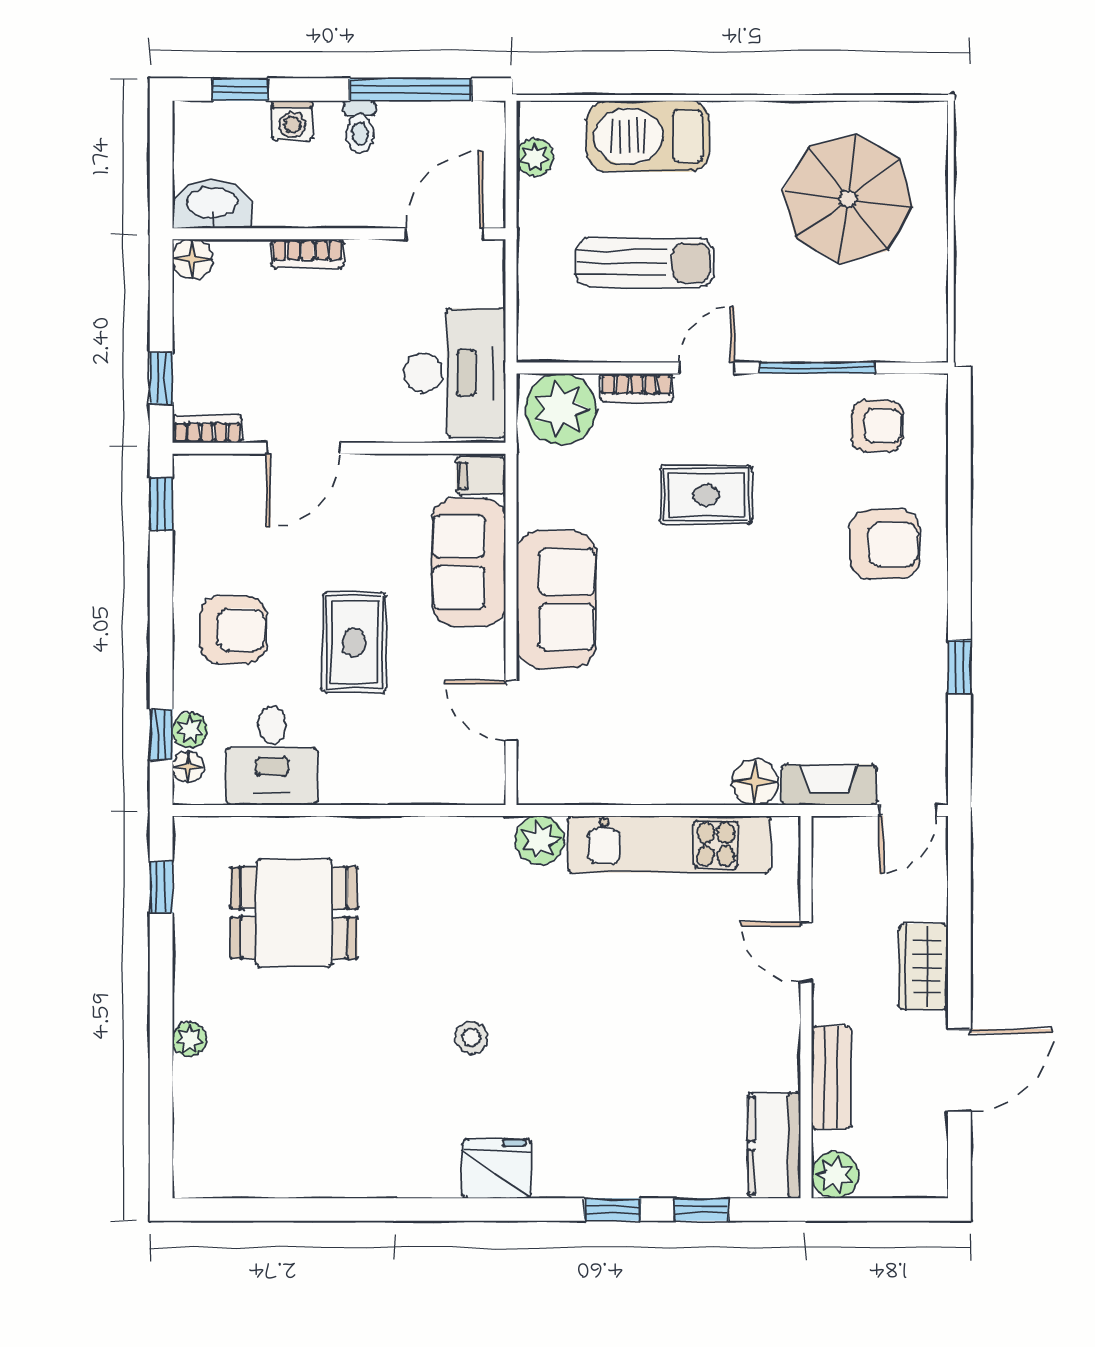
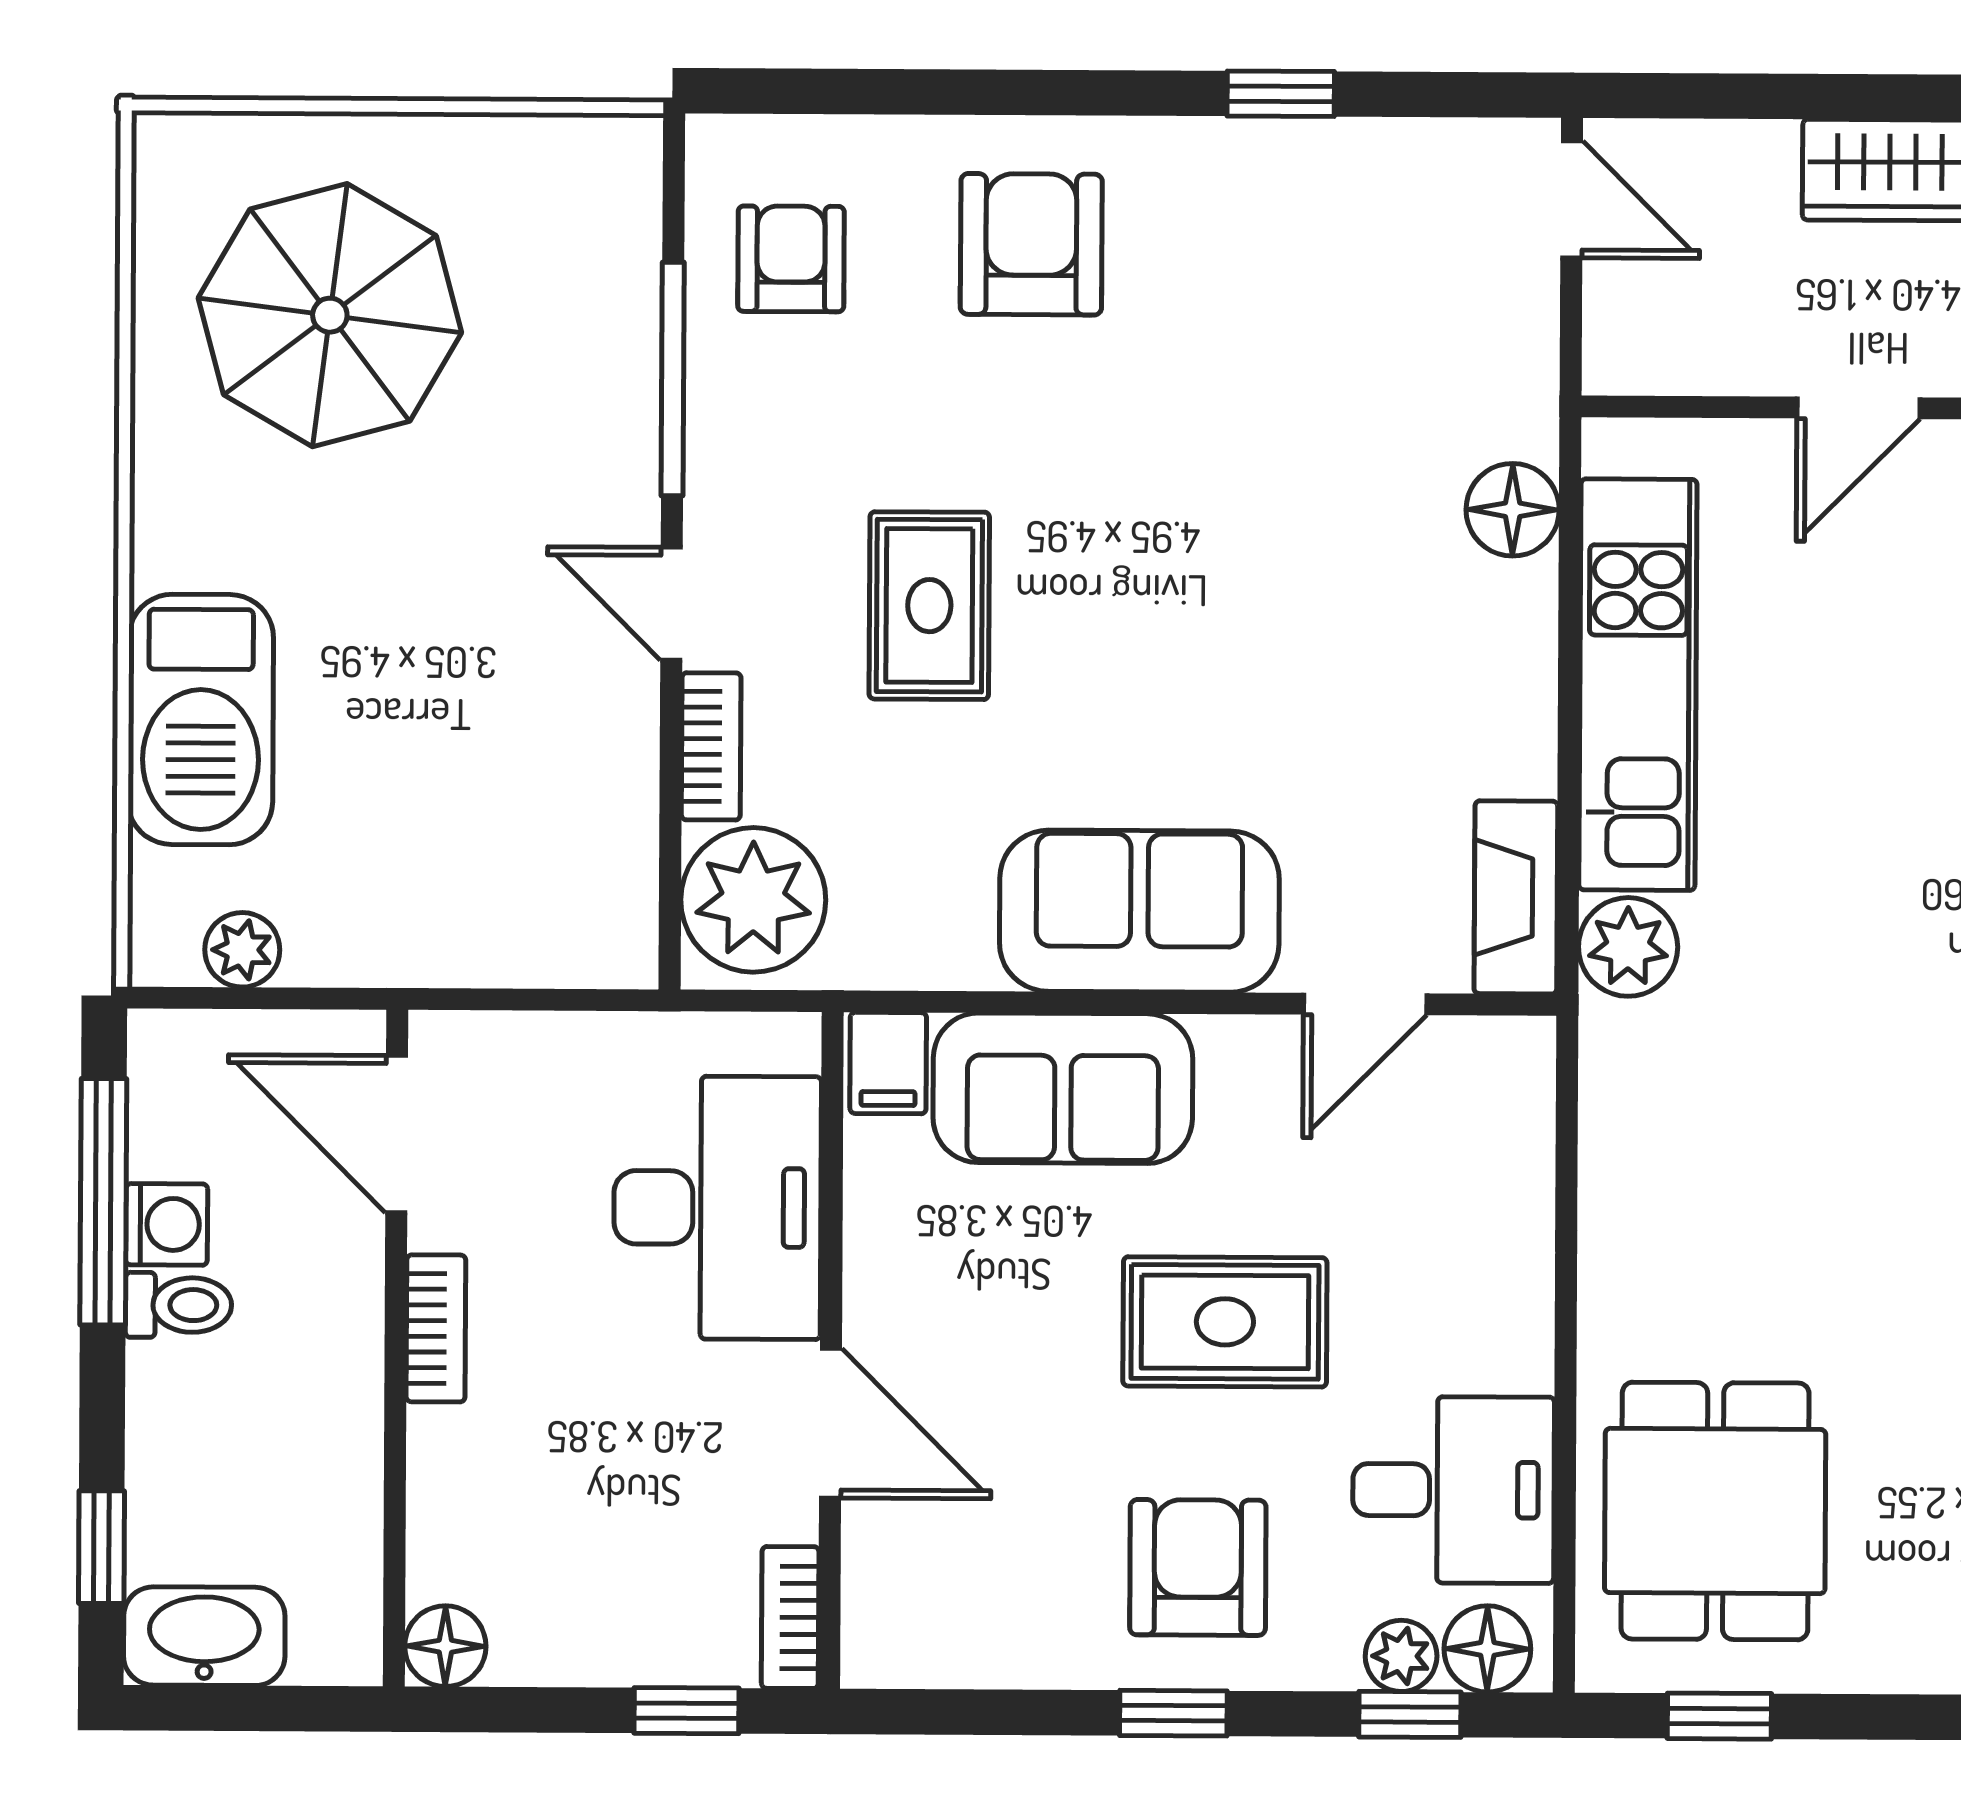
washing machine: (292, 121) -> (167, 1224), moved
washbasin: (212, 204) -> (204, 1636), moved, turned 90
bookcase: (308, 254) -> (436, 1328), moved
sun lounger: (645, 263) -> (457, 728), removed
desk: (455, 373) -> (717, 1208), moved, turned 90
window: (161, 504) -> (1173, 1713), moved
floor lamp: (188, 767) -> (1487, 1649), width x1.37, depth x1.37
fireplace: (829, 785) -> (1516, 897), moved
dining table: (294, 913) -> (1715, 1511), moved

